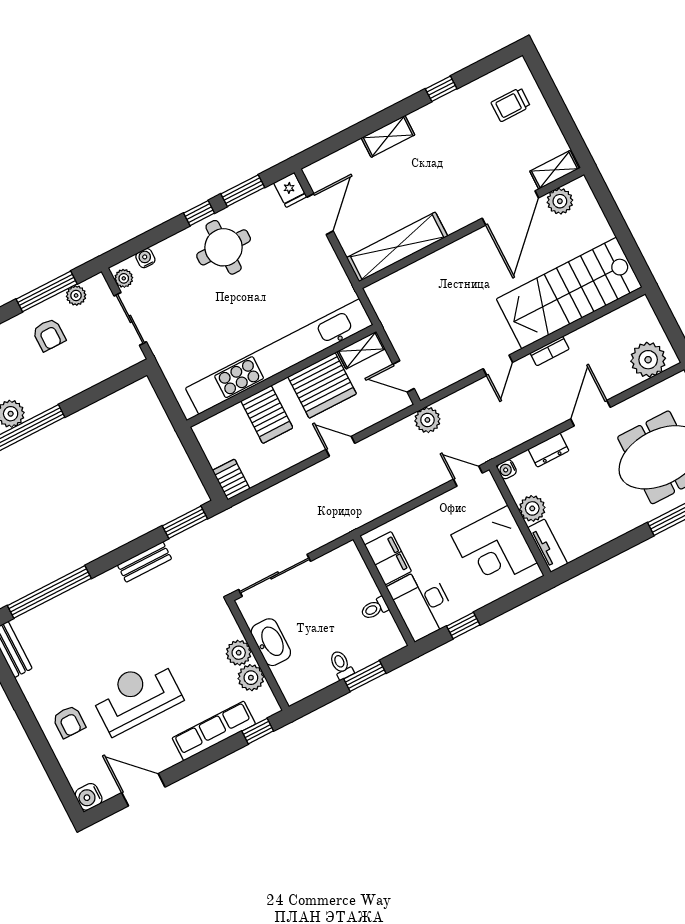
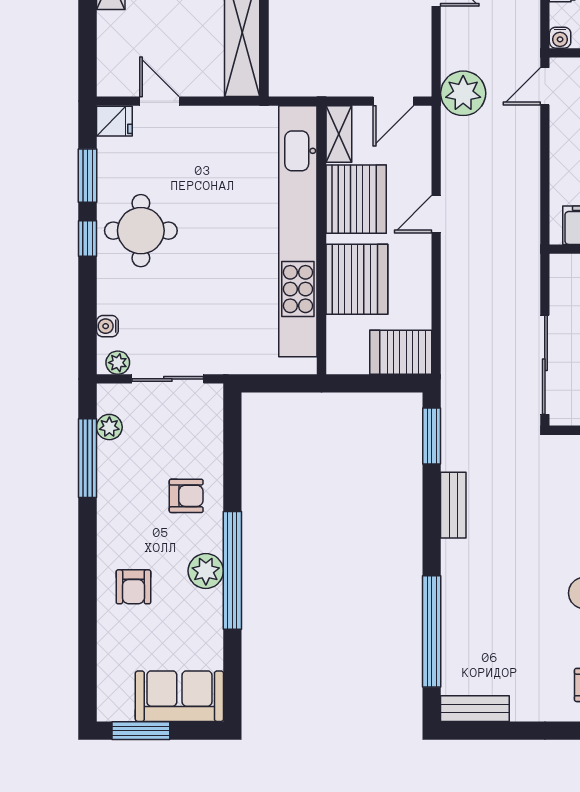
door: (320, 214) -> (159, 101), width x0.73
armchair: (49, 335) -> (186, 496), moved
server rack: (267, 414) -> (357, 279), width x1.60
plant: (427, 420) -> (463, 93), width x1.36, depth x1.36
server rack: (231, 480) -> (401, 352), width x1.36, depth x1.44

